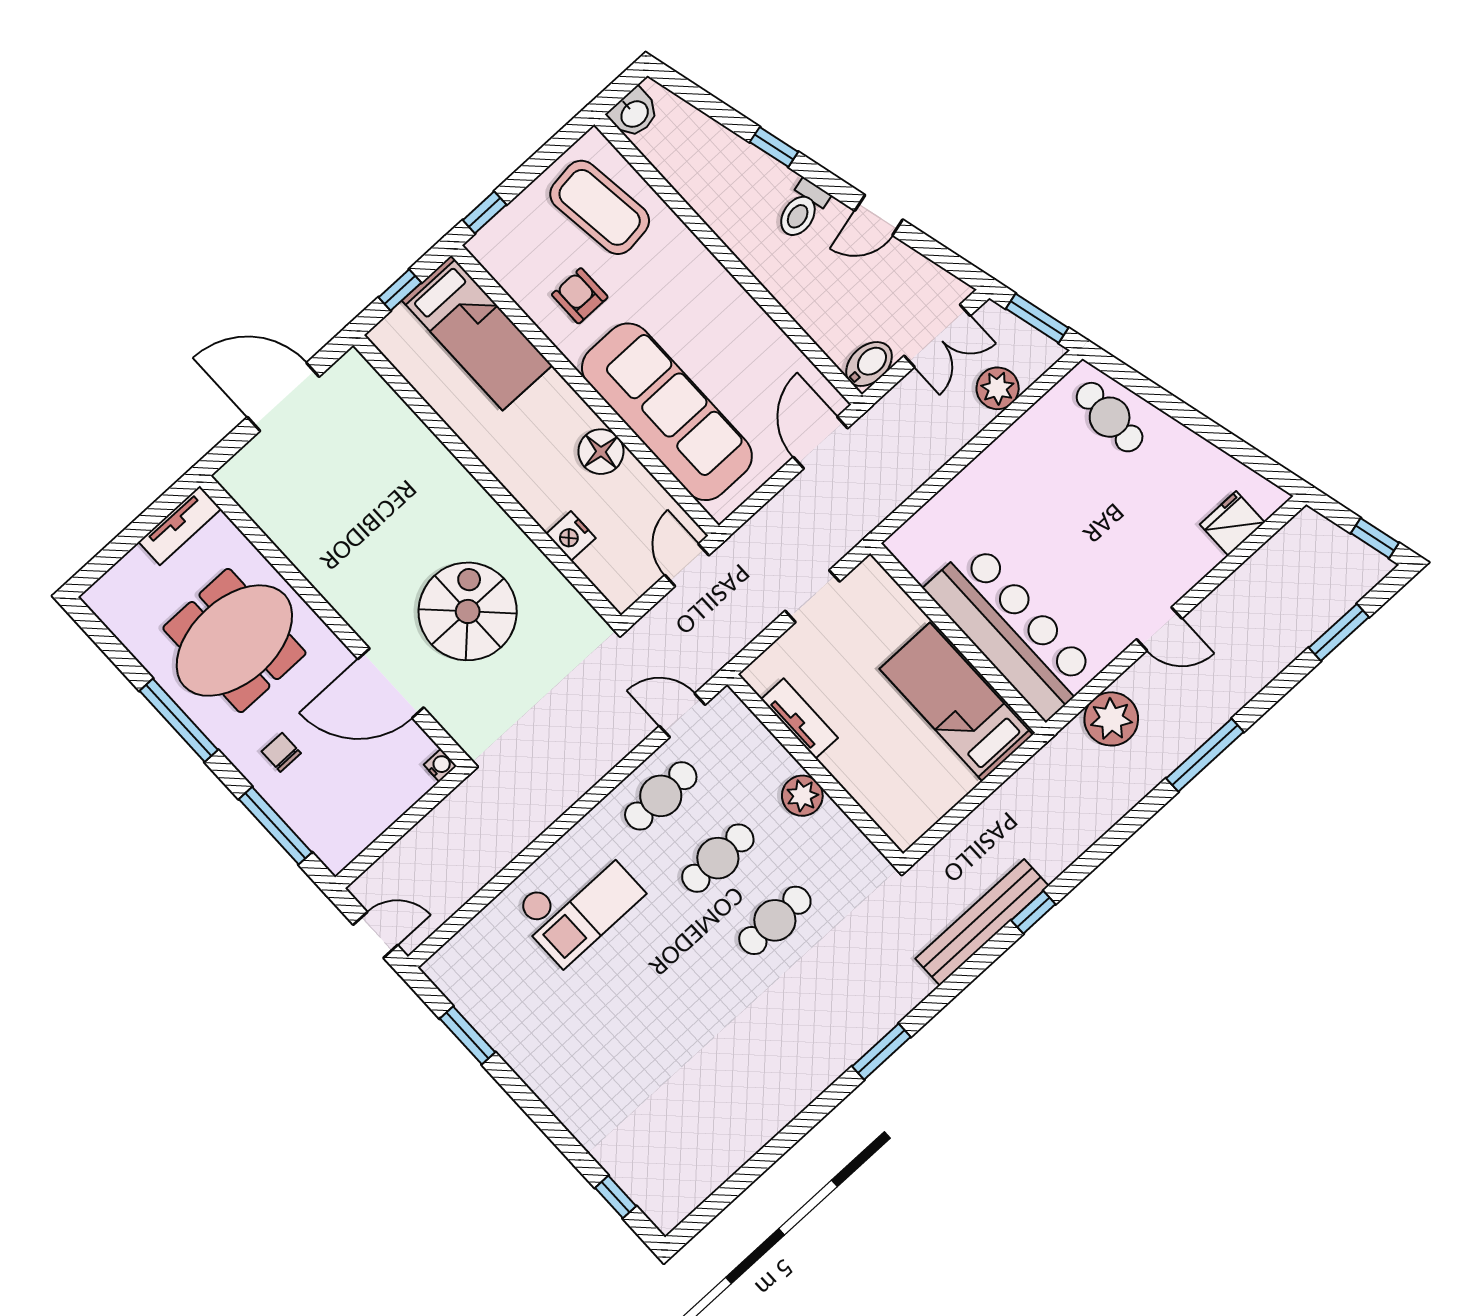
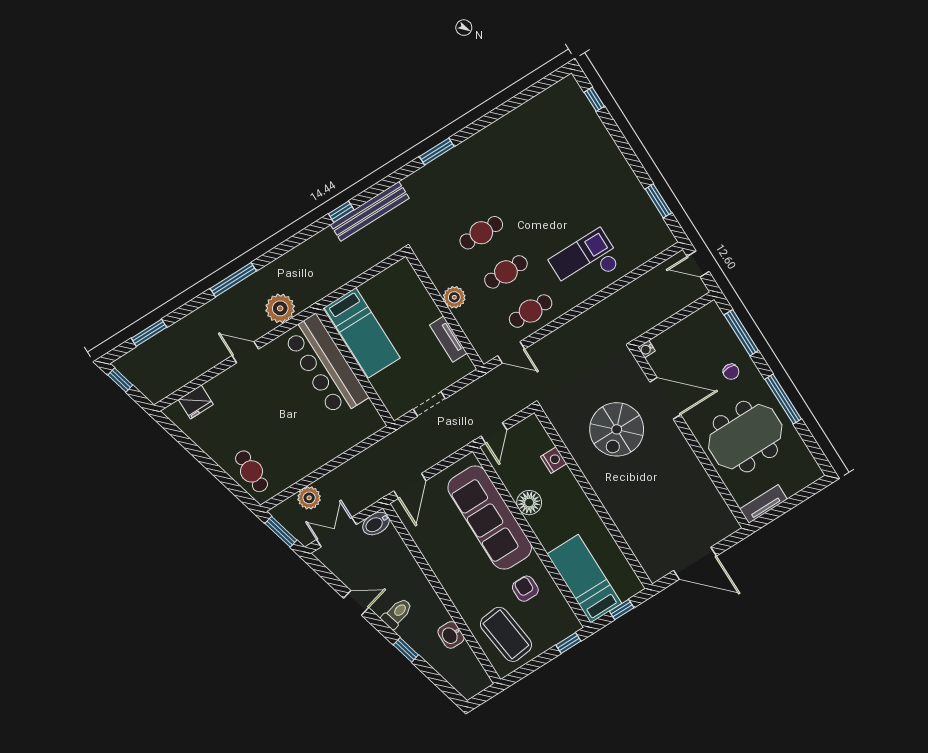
washbasin: (634, 113) -> (451, 635), moved, turned -90
armchair: (580, 296) -> (525, 589), turned 180

